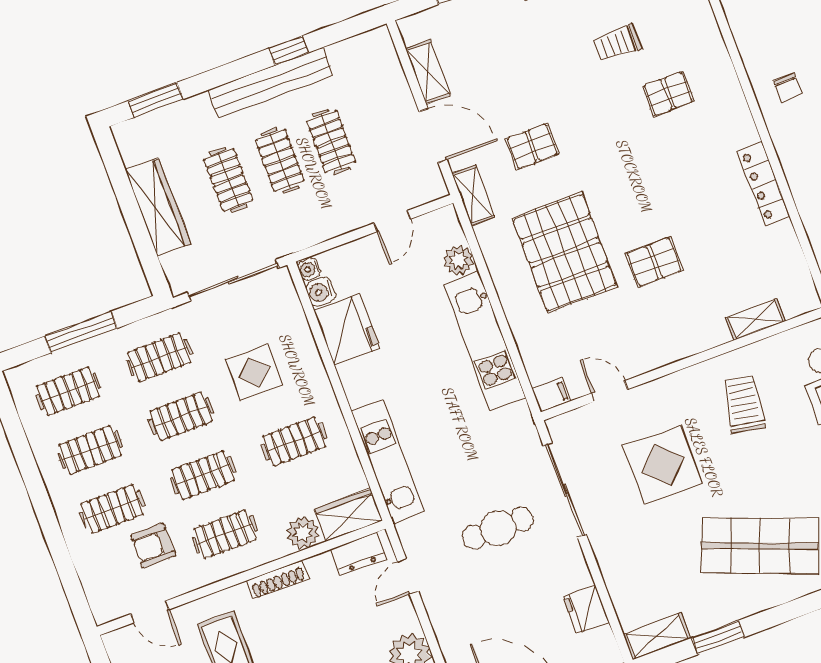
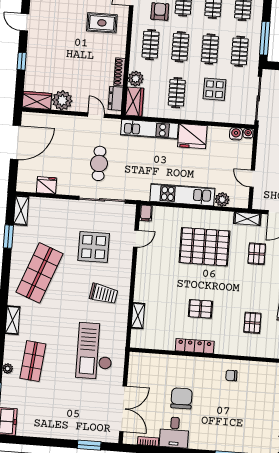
pallet: (654, 262) -> (200, 309), moved, turned 90
fridge: (347, 329) -> (192, 136), moved
window: (81, 332) -> (265, 38), moved
shoe rack: (277, 580) -> (120, 72), moved

